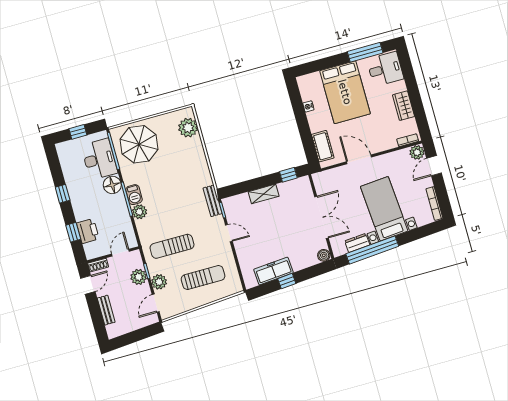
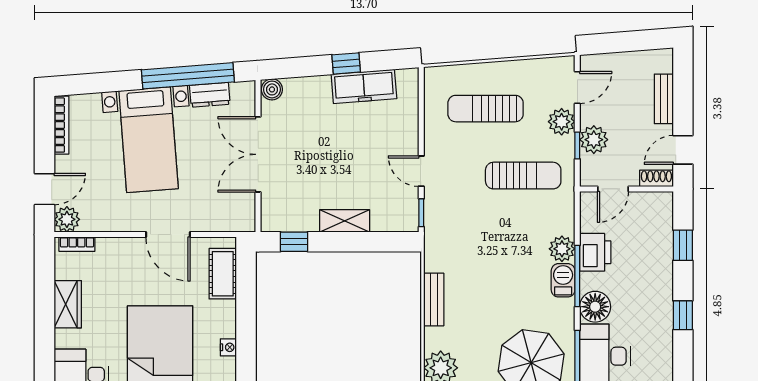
bench: (213, 201) -> (434, 299), moved
printer: (88, 231) -> (595, 252), moved, turned 180

